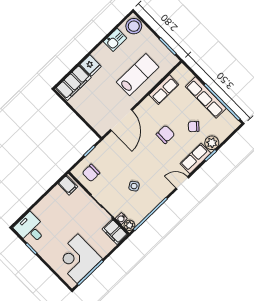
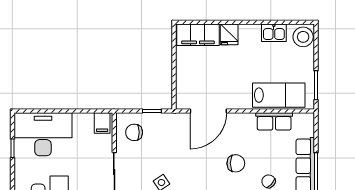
lab bench: (138, 75) -> (279, 95), moved
desk: (30, 229) -> (43, 134), width x1.87, depth x1.30

